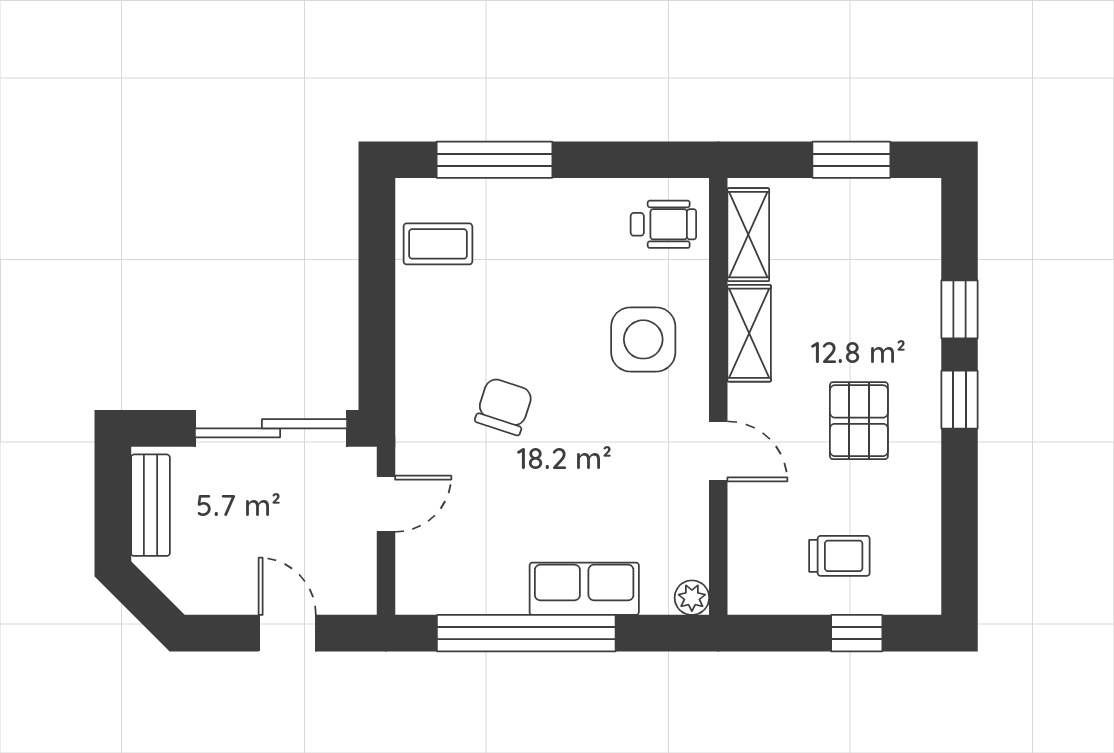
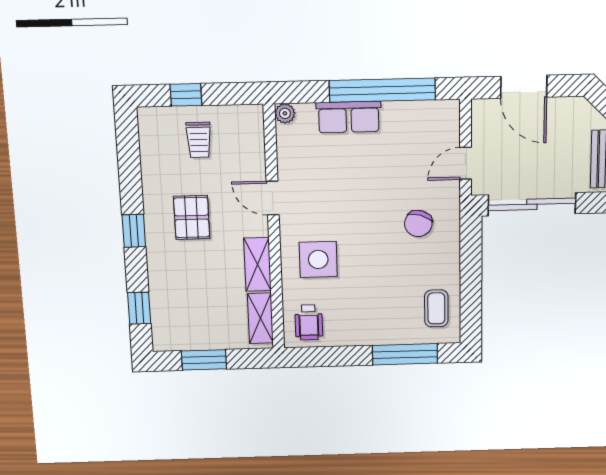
wheelchair: (663, 224) -> (309, 322), turned -90
coffee table: (438, 244) -> (436, 308), turned 90
window: (960, 309) -> (139, 308), moved
chair: (504, 406) -> (418, 224), moved
trolley: (839, 556) -> (199, 140), turned -90
door: (287, 633) -> (524, 87), width x1.38

